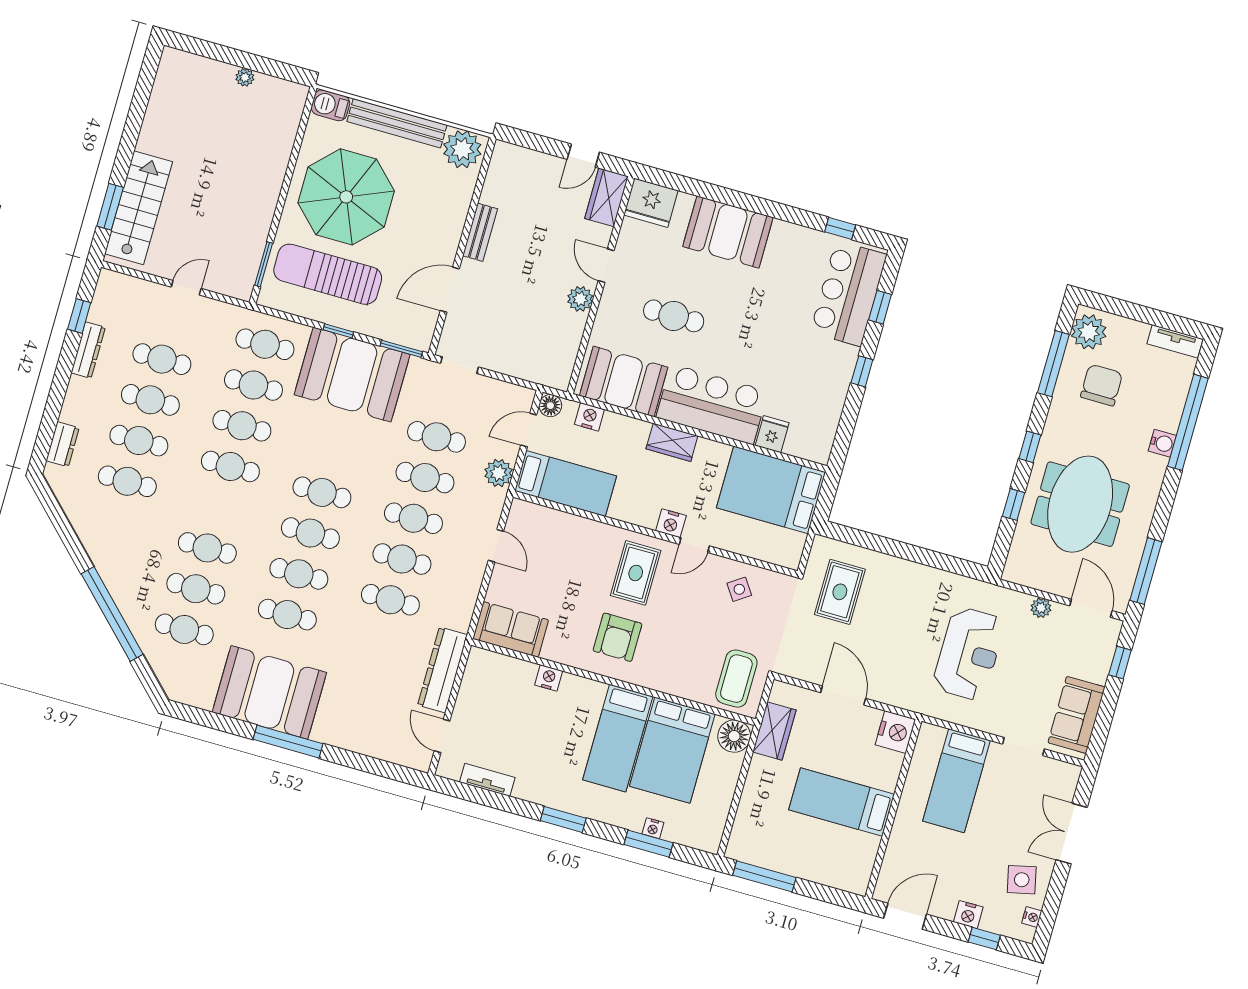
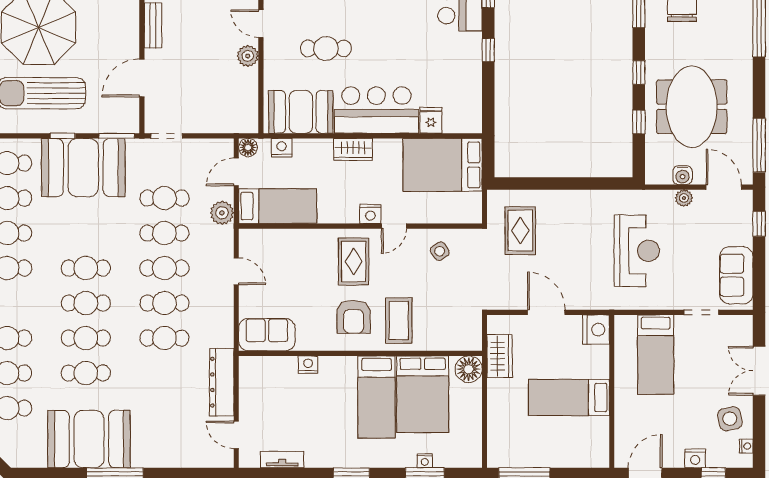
water cooler: (1162, 443) -> (682, 175), moved, turned 90
coffee table: (736, 679) -> (399, 321), moved

